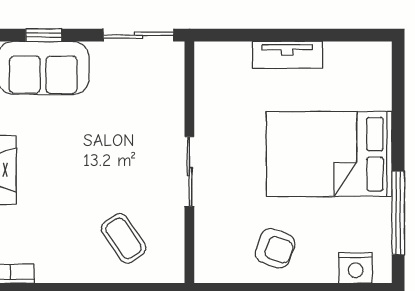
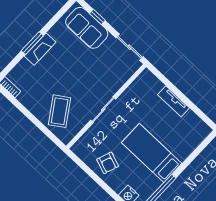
bed: (329, 154) -> (152, 153), width x0.67
coffee table: (124, 238) -> (60, 111), width x1.36, depth x1.30

